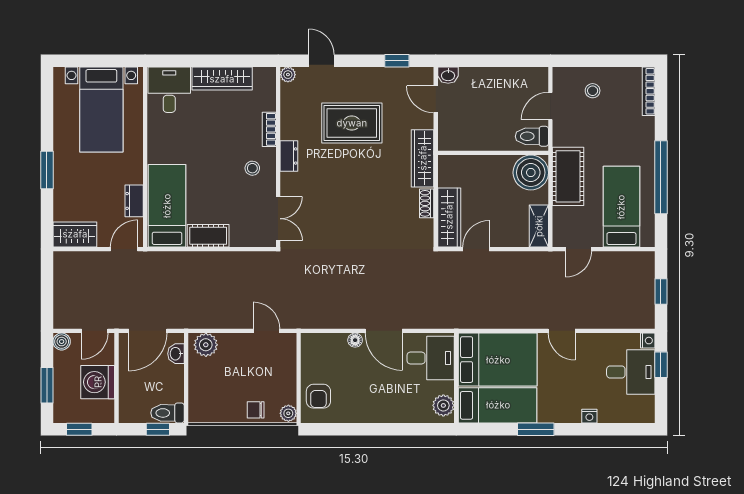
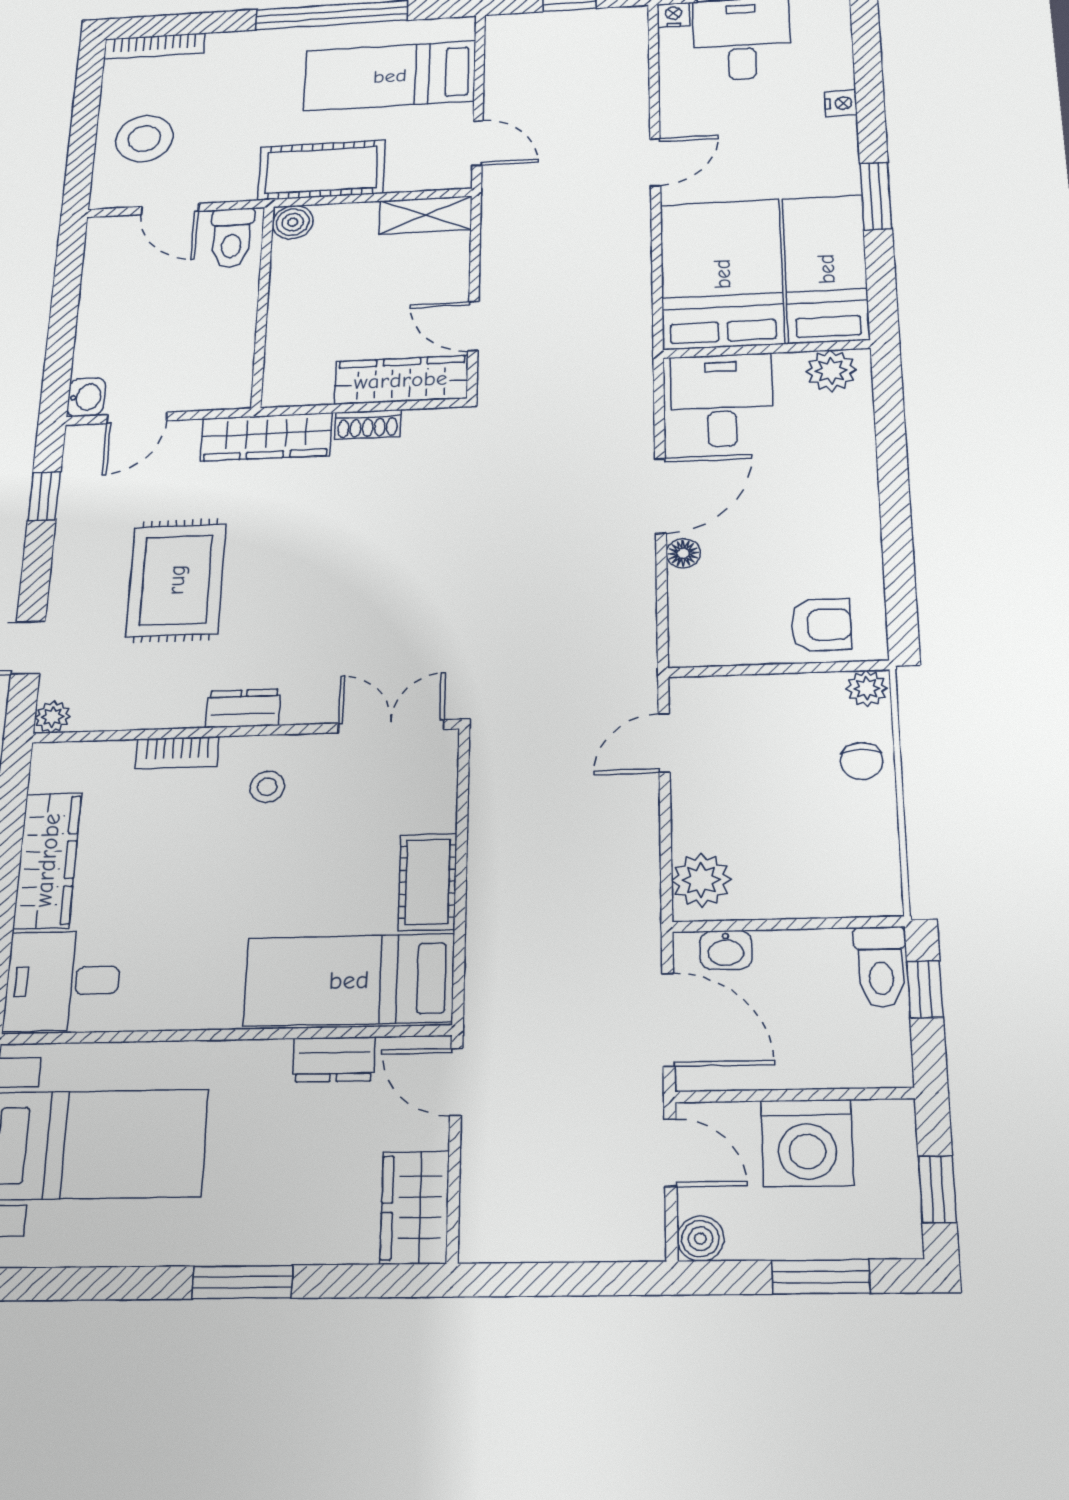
stool: (593, 91) -> (144, 139), width x1.89, depth x1.89
boiler: (531, 173) -> (293, 222), width x0.54, depth x0.54

